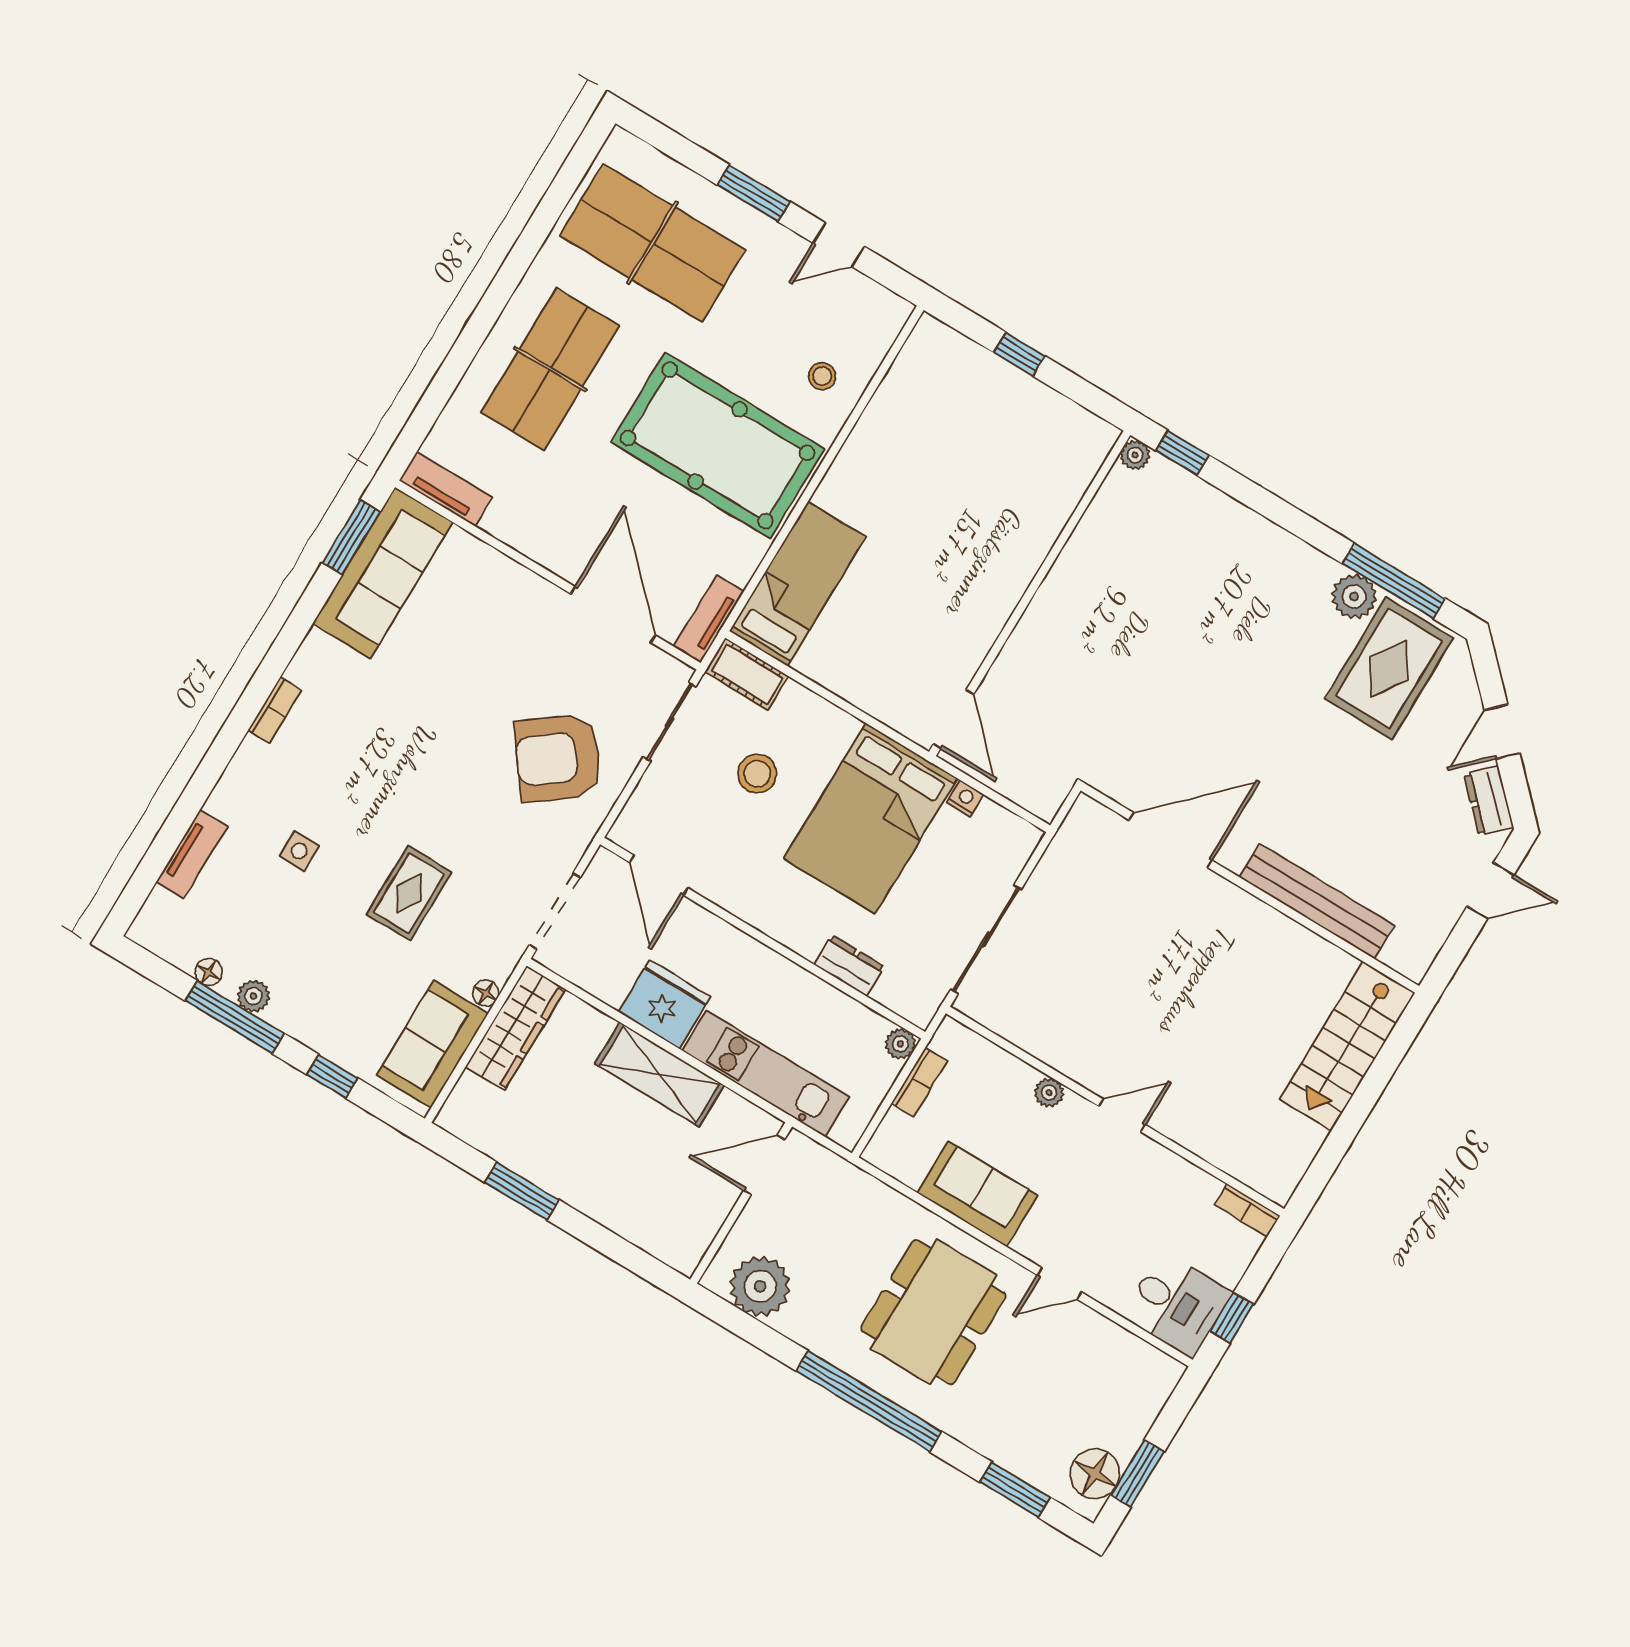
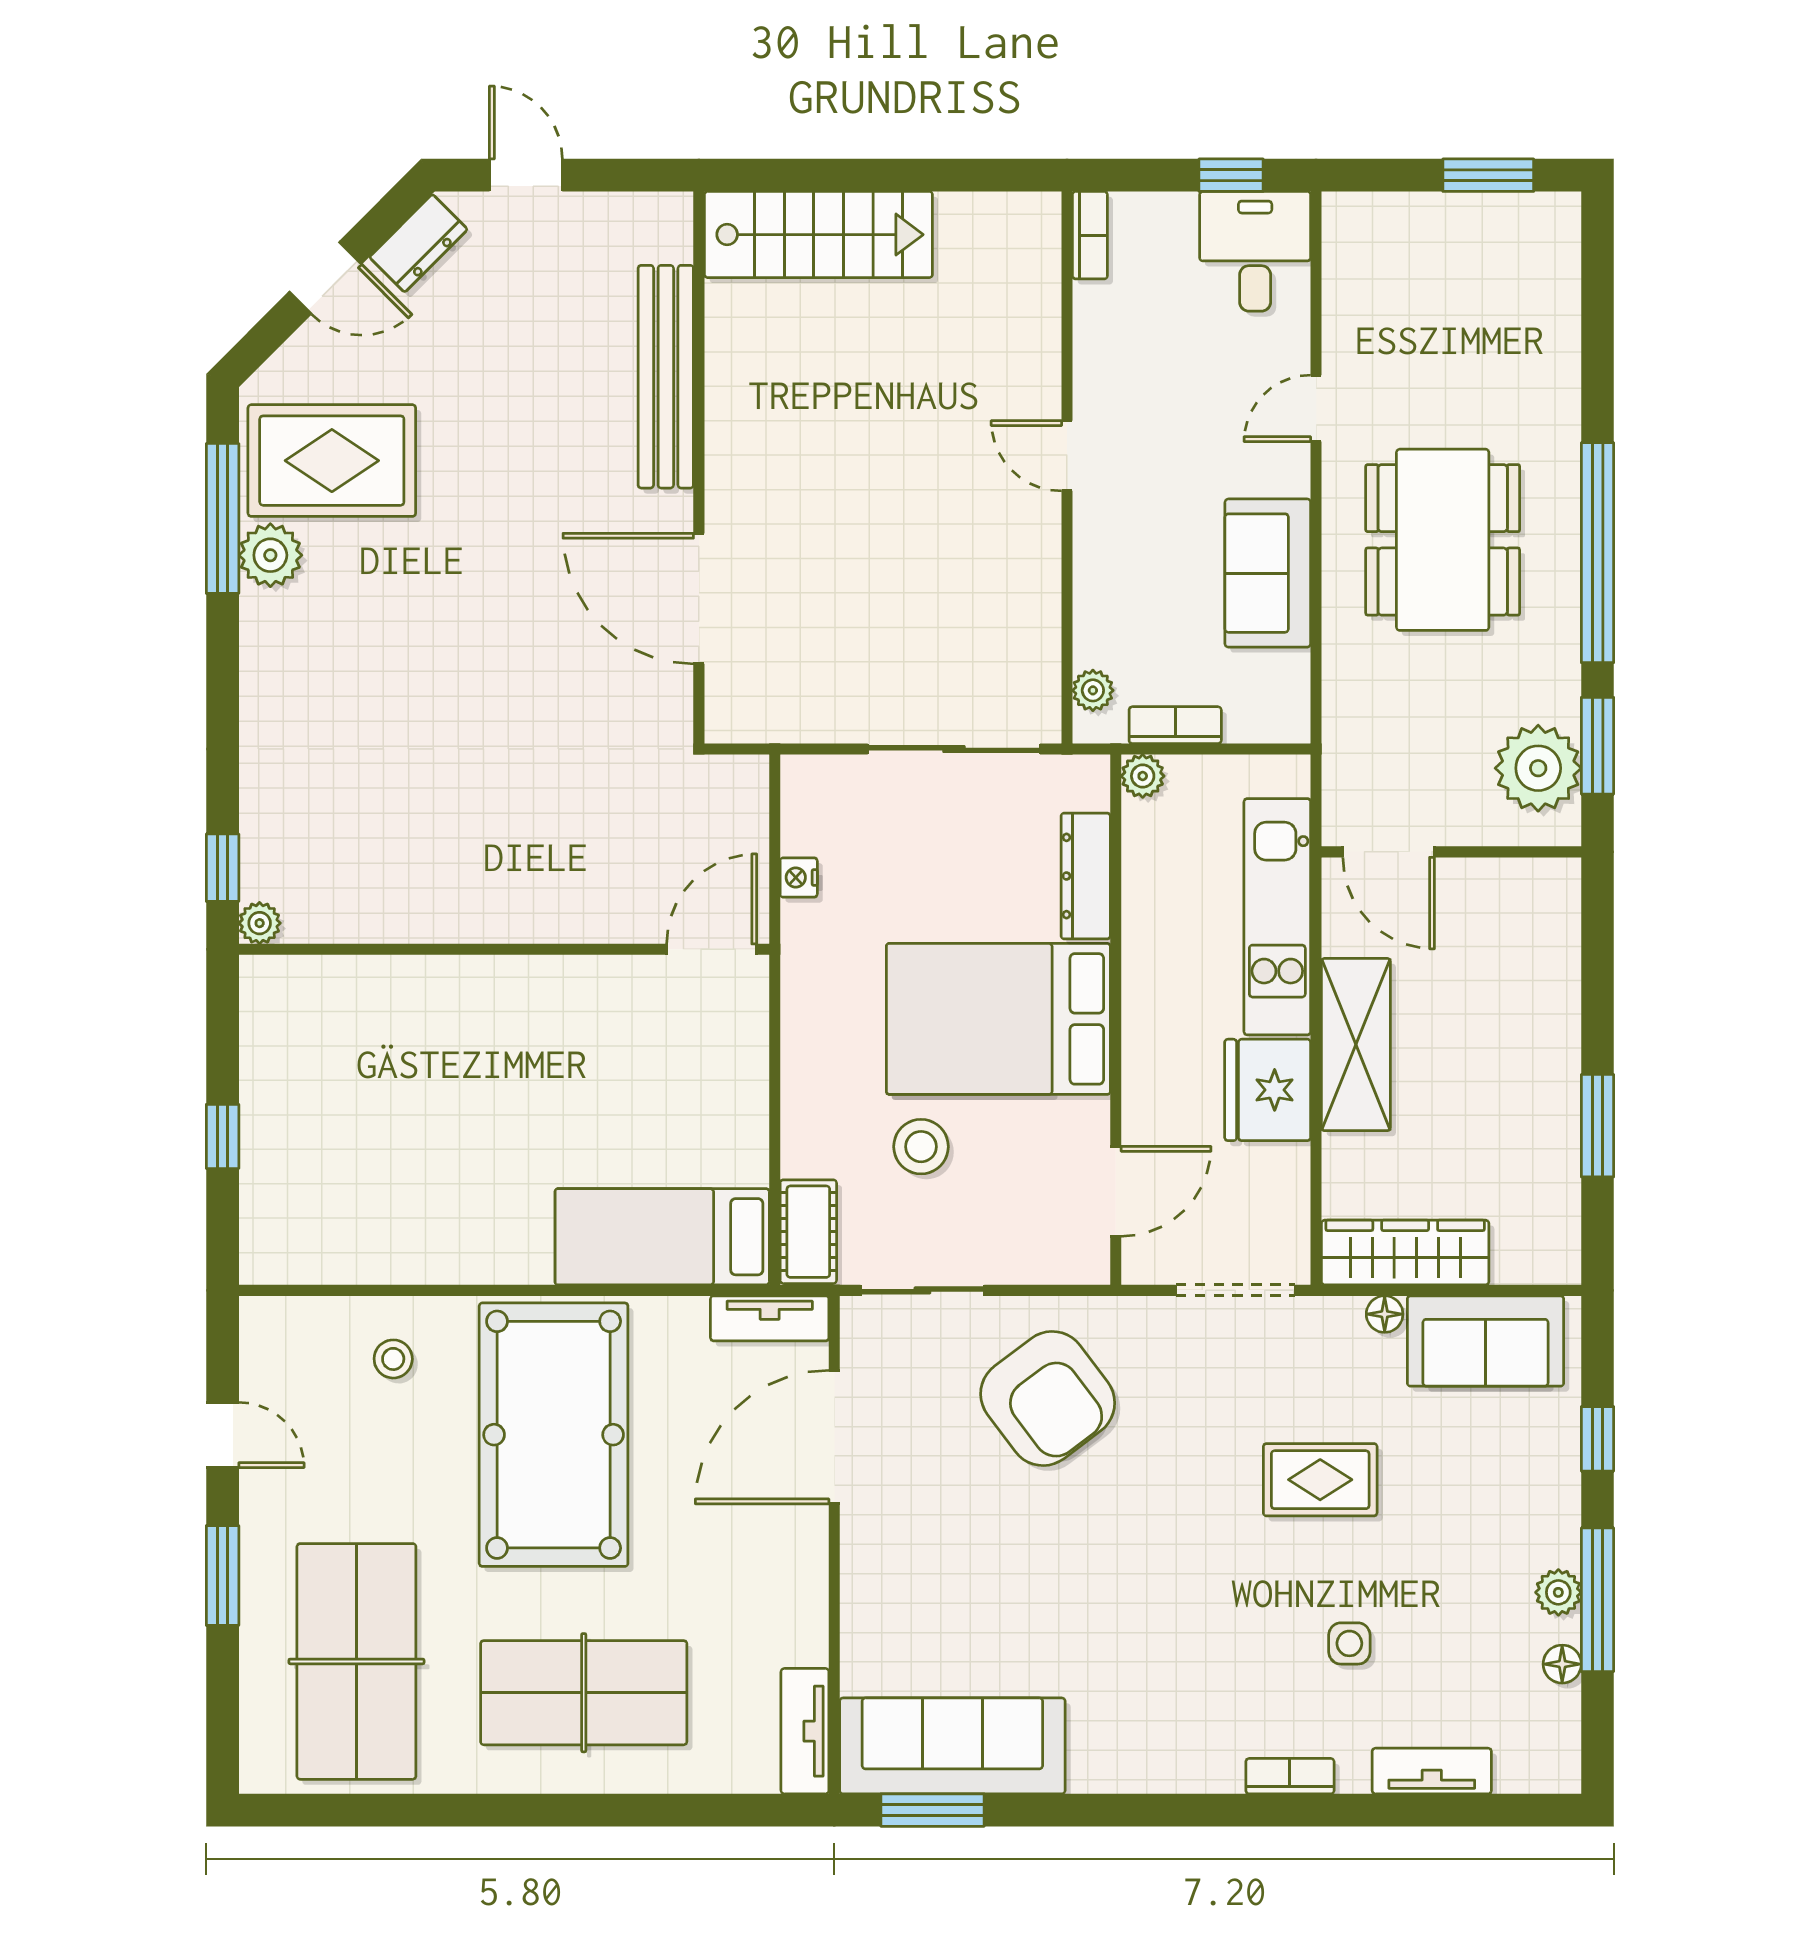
bookcase: (274, 710) -> (1290, 1776), moved
bed: (870, 818) -> (998, 1019), moved, turned 180
dresser: (849, 966) -> (1086, 876), width x1.44
plant: (1049, 1093) -> (1093, 690), moved
door: (1059, 1284) -> (1316, 408), swing flipped
dining table: (933, 1312) -> (1443, 540), turned 90
floor lamp: (1095, 1474) -> (1520, 226), removed
window: (1015, 1490) -> (1597, 746), moved

